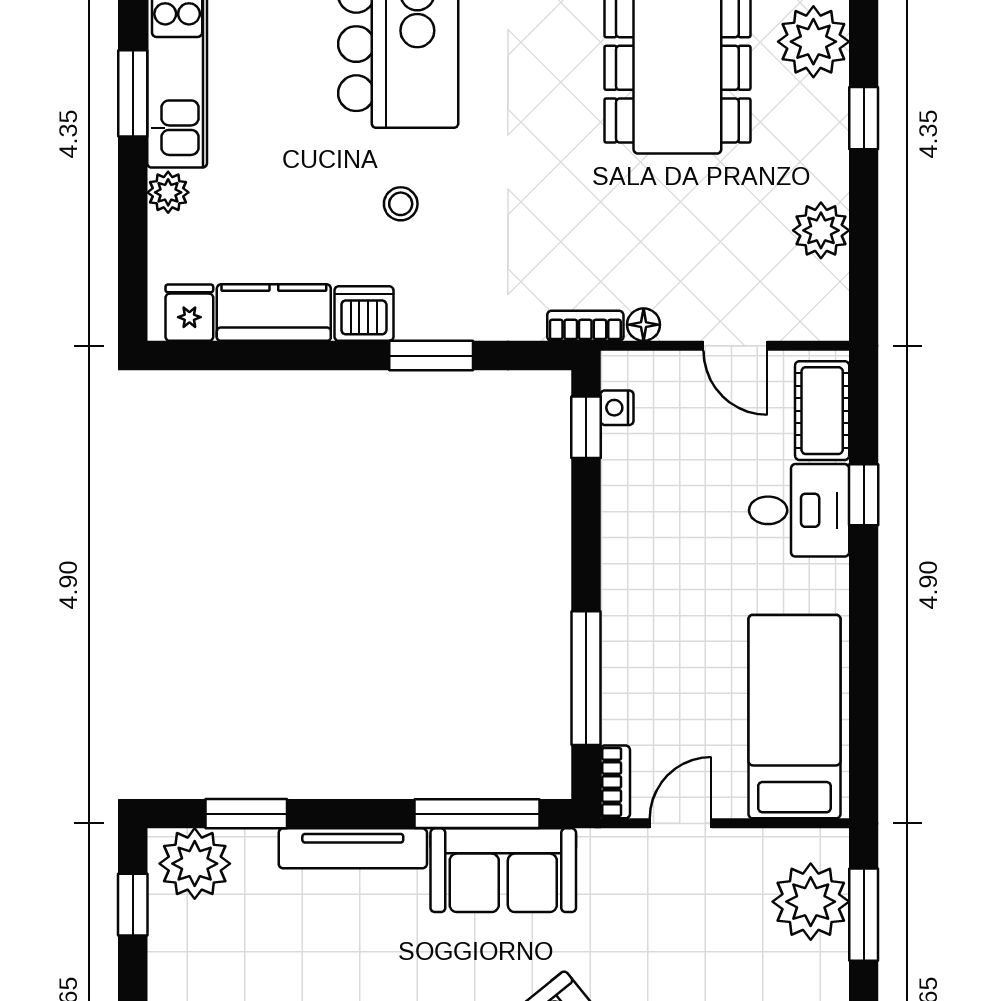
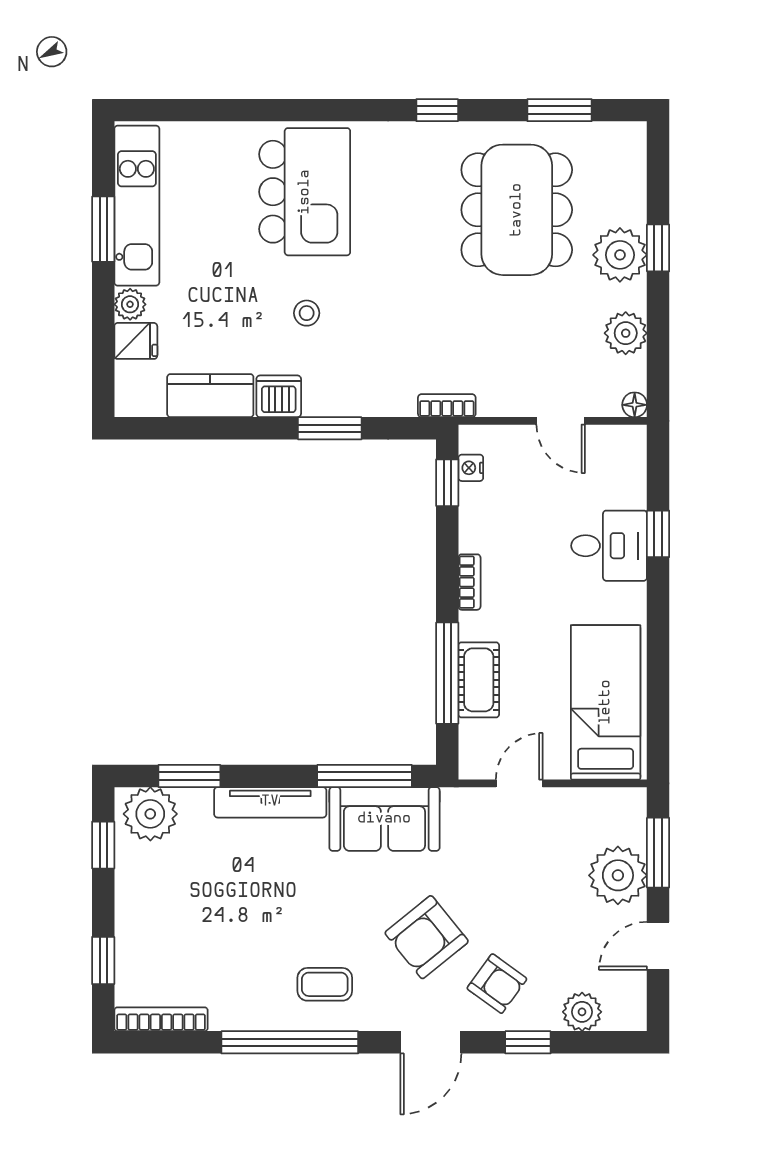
plant: (813, 42) -> (620, 255), moved
fridge: (189, 313) -> (136, 341), moved, turned 90
floor lamp: (644, 325) -> (635, 405), moved
cot: (822, 411) -> (479, 680), moved
bookcase: (615, 782) -> (469, 582), moved
plant: (811, 902) -> (618, 875), moved

